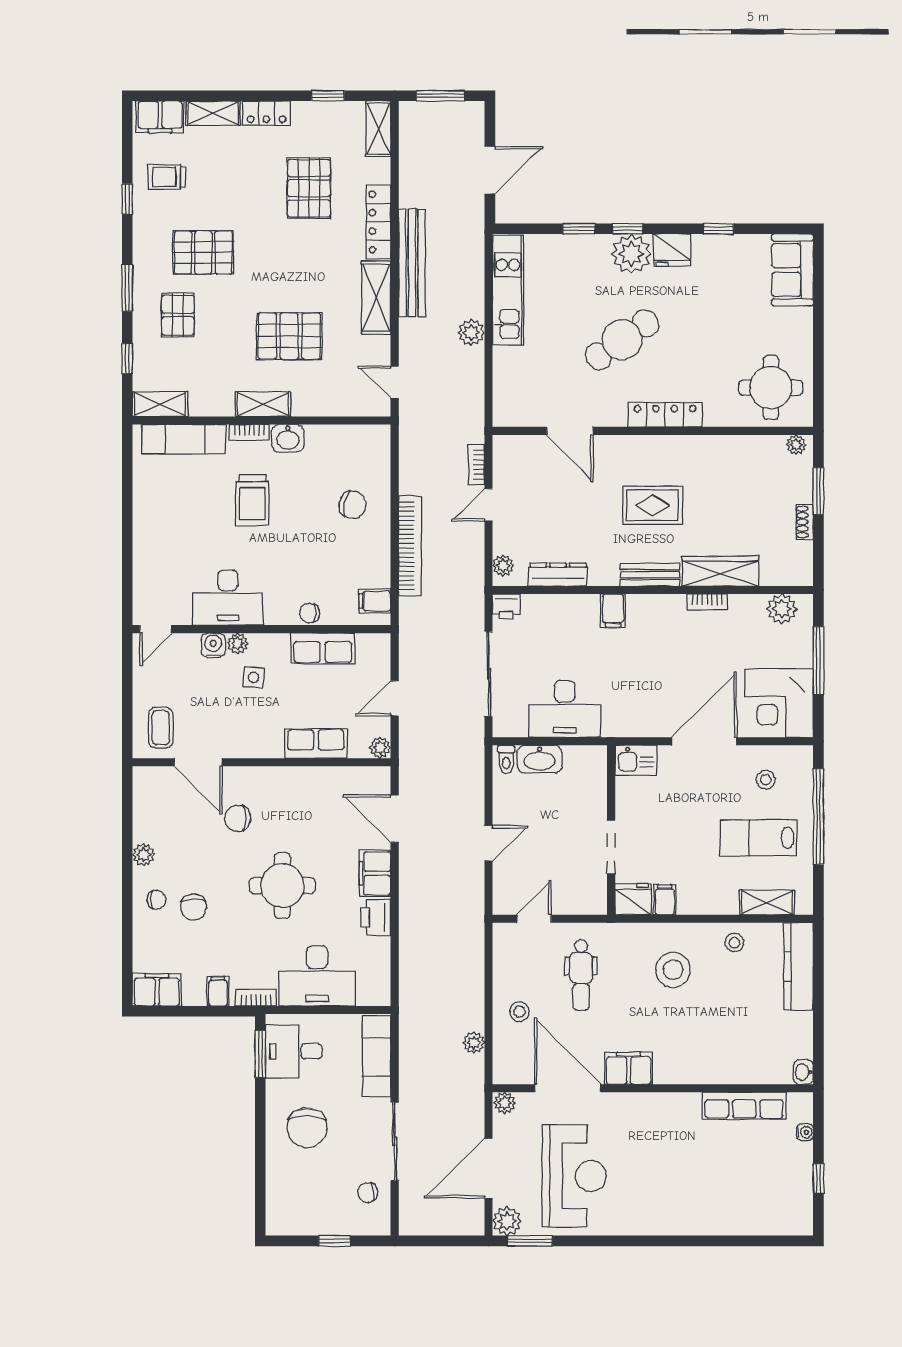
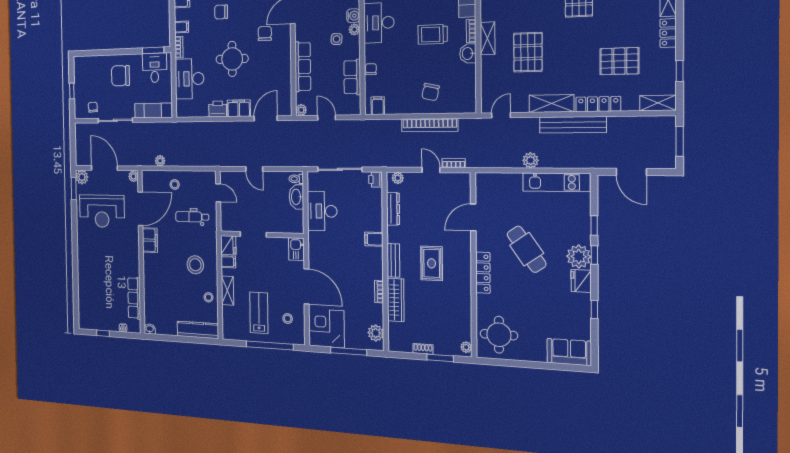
bookcase: (410, 546) -> (430, 125), moved
row of seats: (316, 743) -> (303, 67), width x1.48
shelving: (767, 902) -> (227, 291), moved

